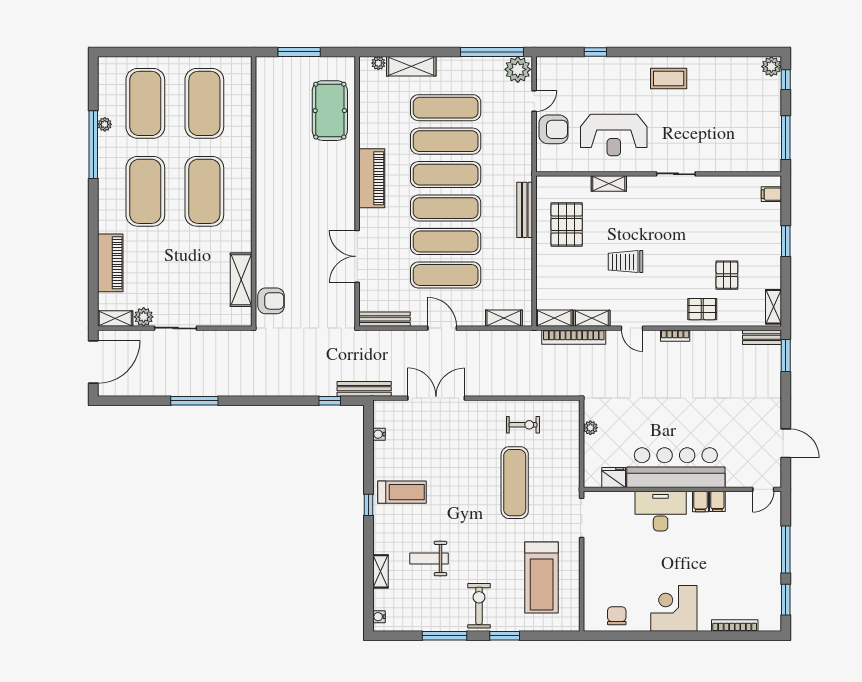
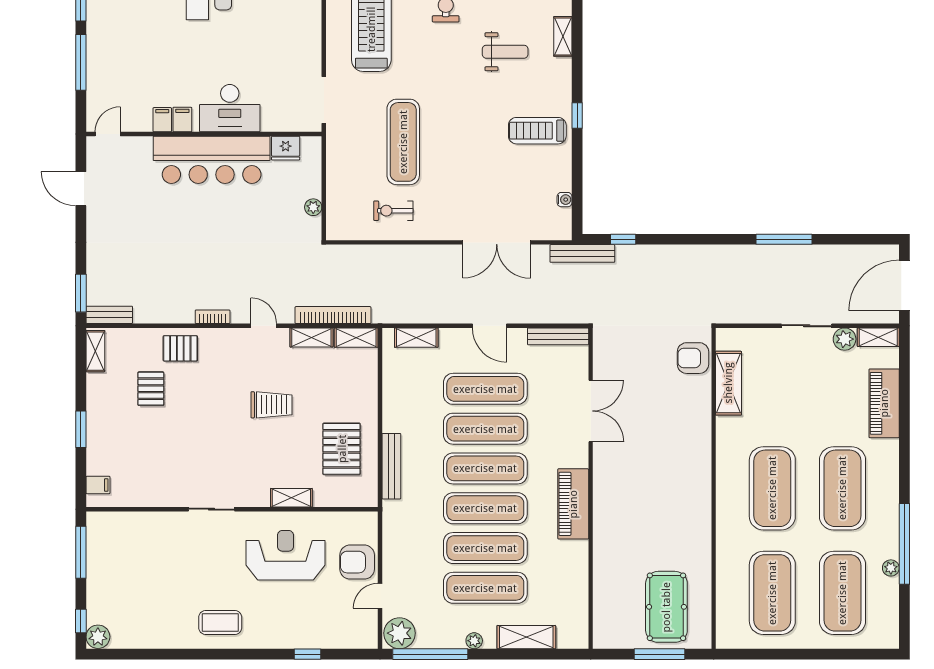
plant: (378, 63) -> (474, 641), moved
pool table: (330, 111) -> (666, 607), moved

